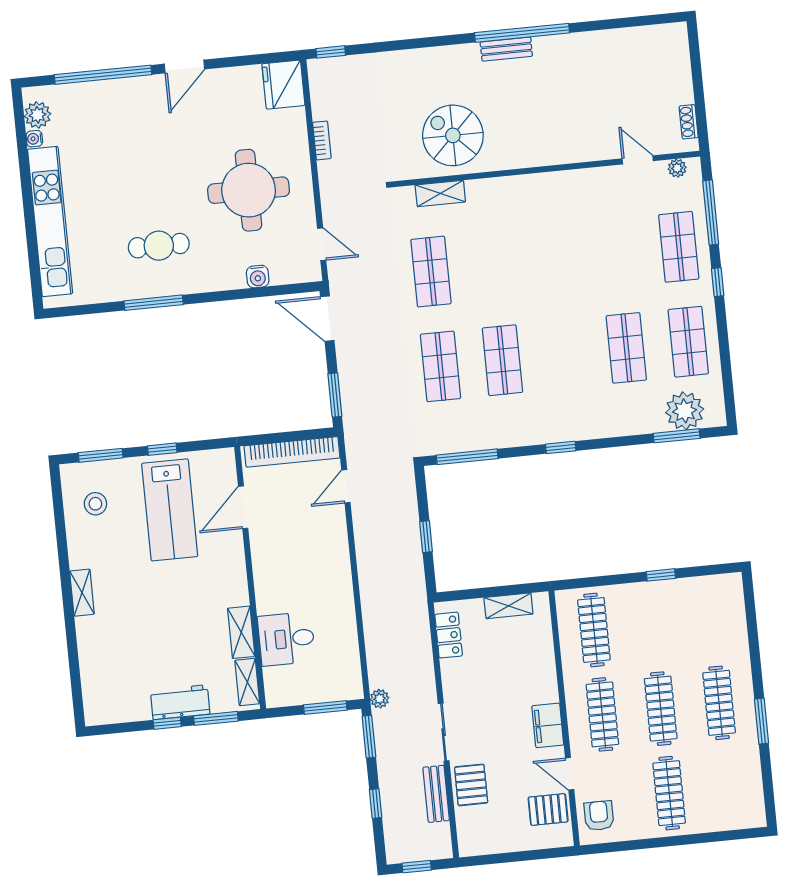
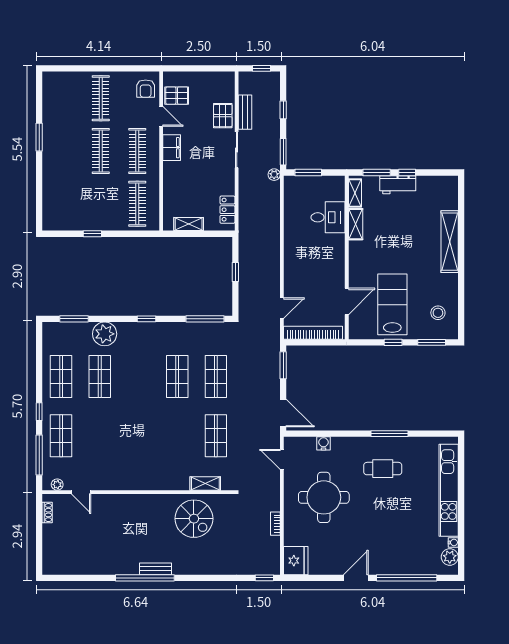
plant: (685, 411) -> (105, 334), moved
shelving: (82, 593) -> (450, 242), width x2.20, depth x1.33
clothes rail: (719, 703) -> (64, 151), removed

